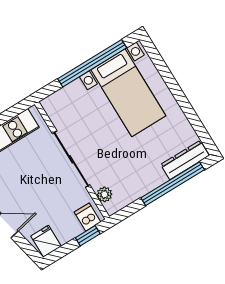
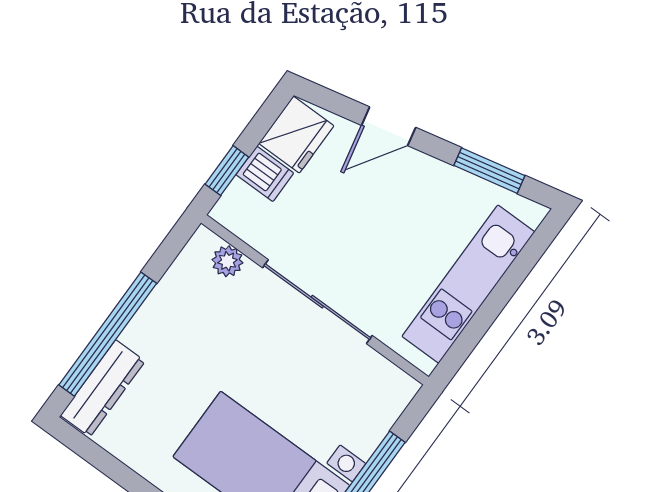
dishwasher: (87, 217) -> (265, 174), moved
fridge: (46, 241) -> (296, 135), width x1.38

